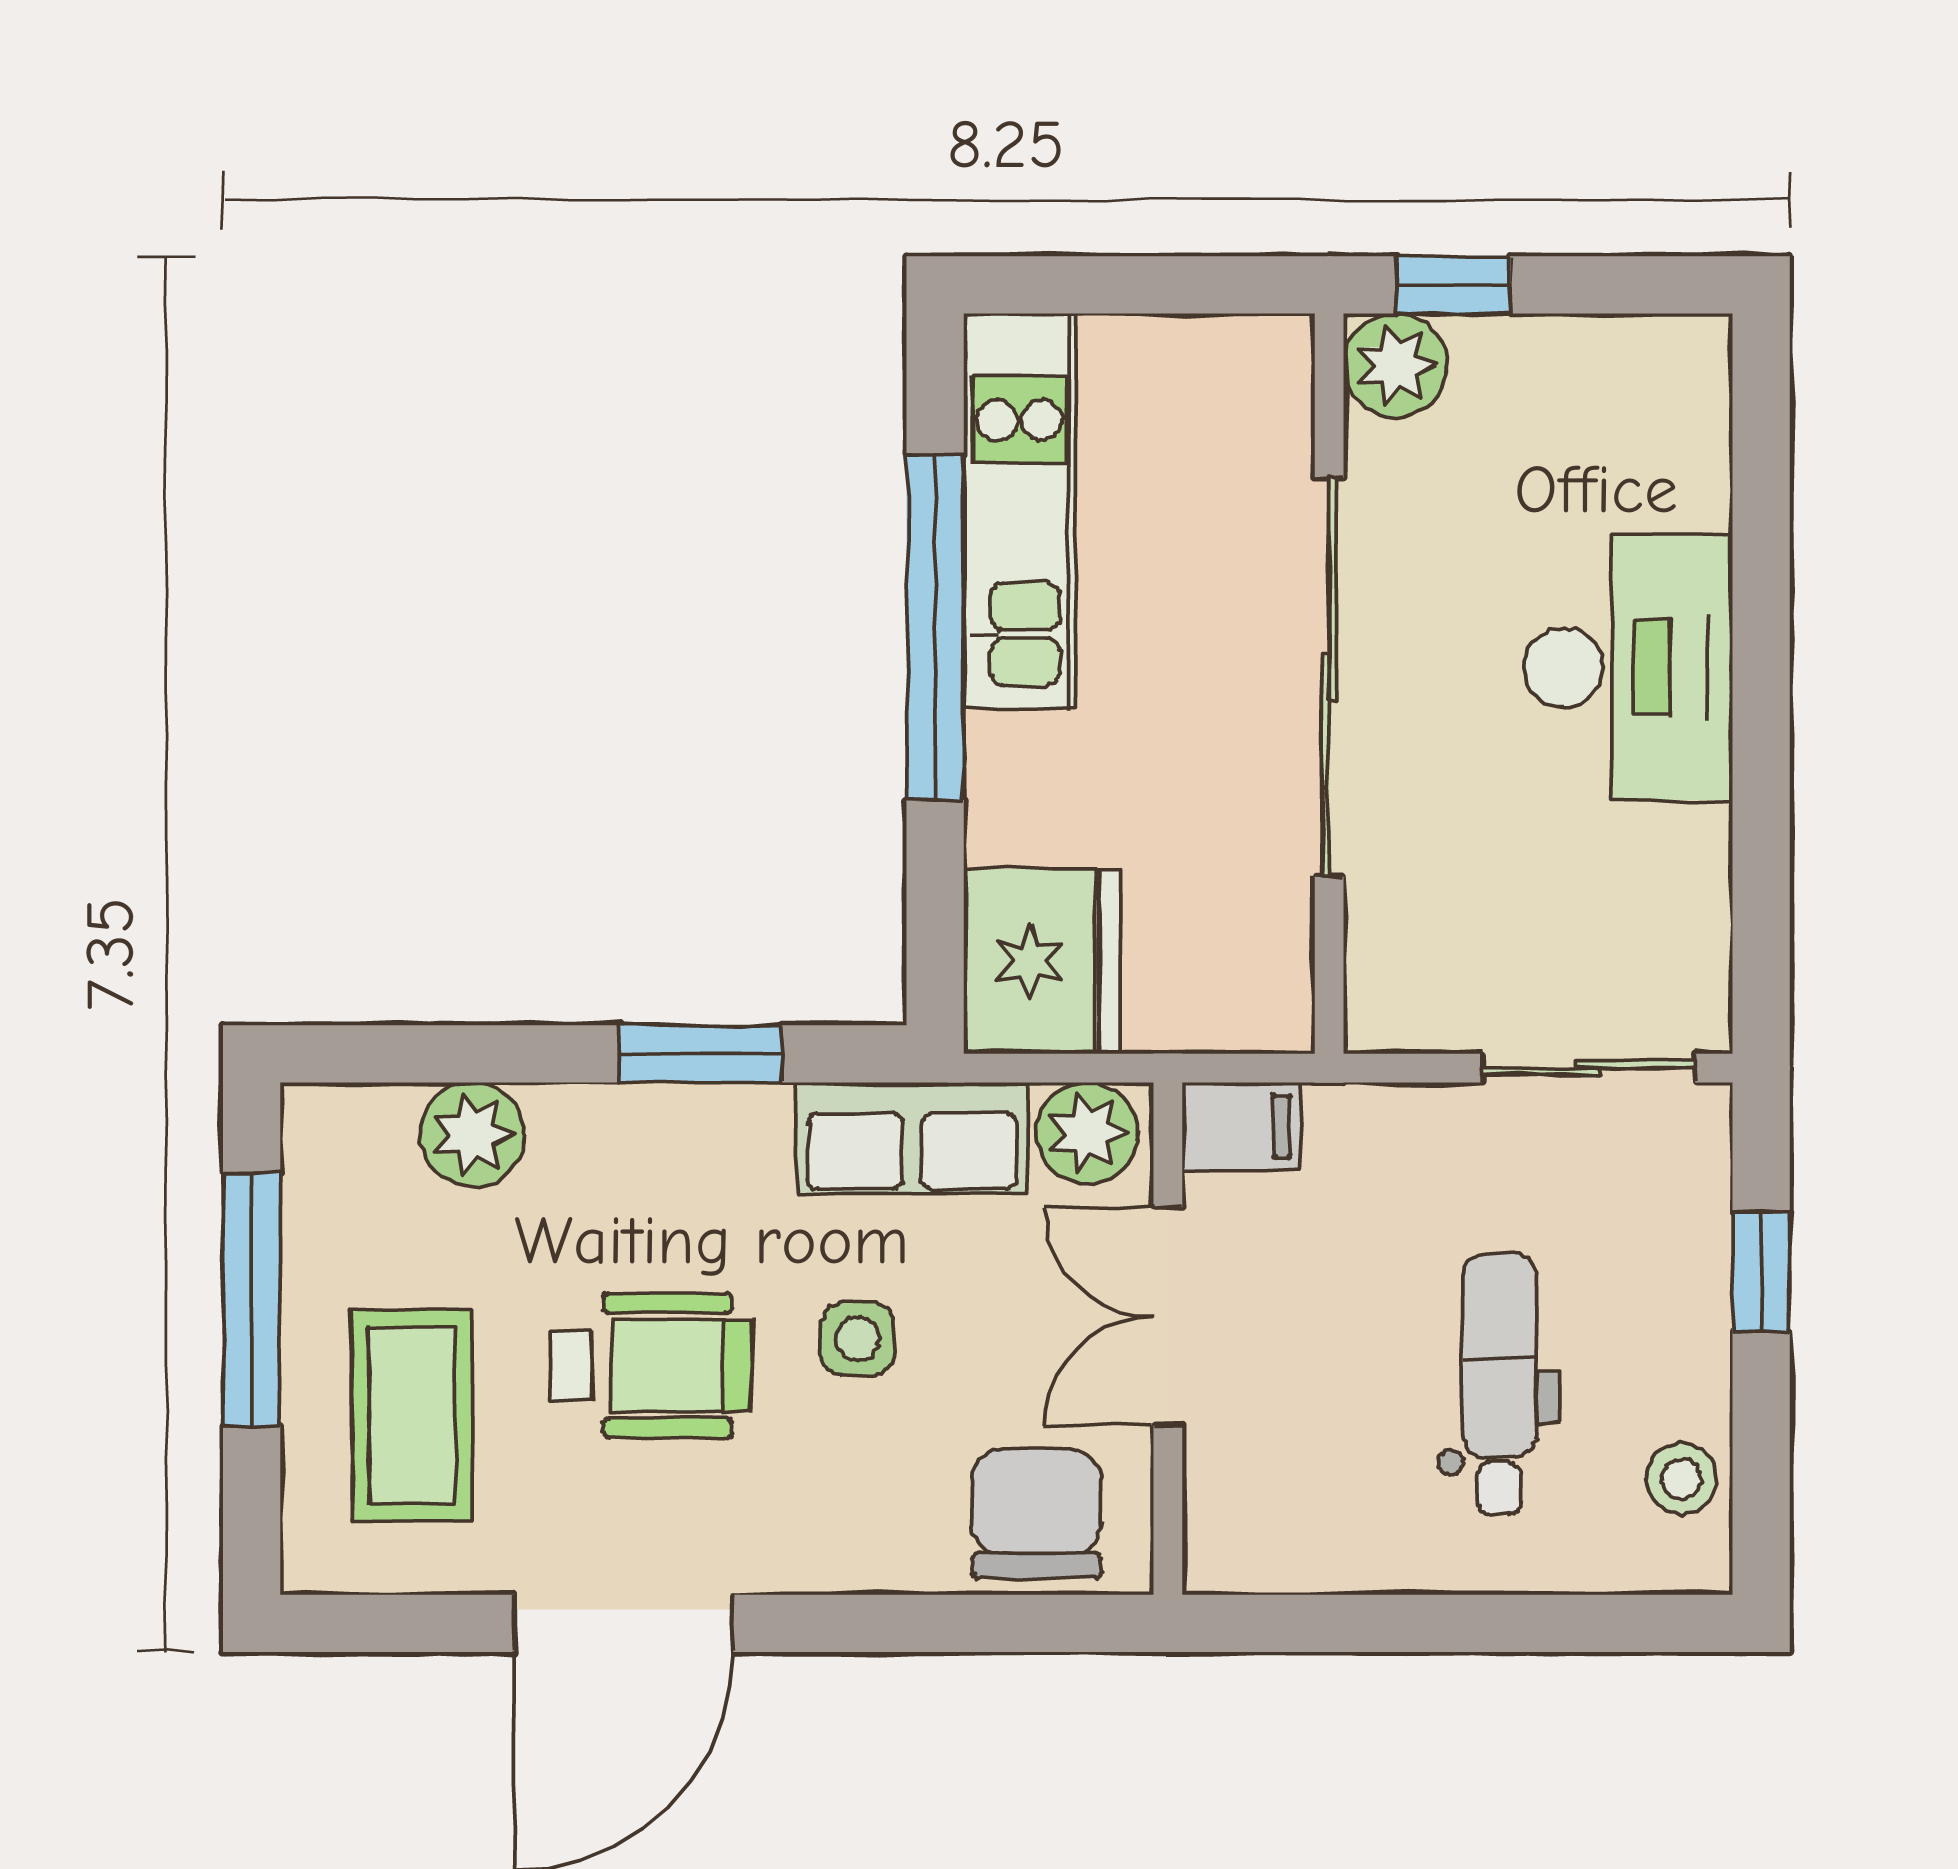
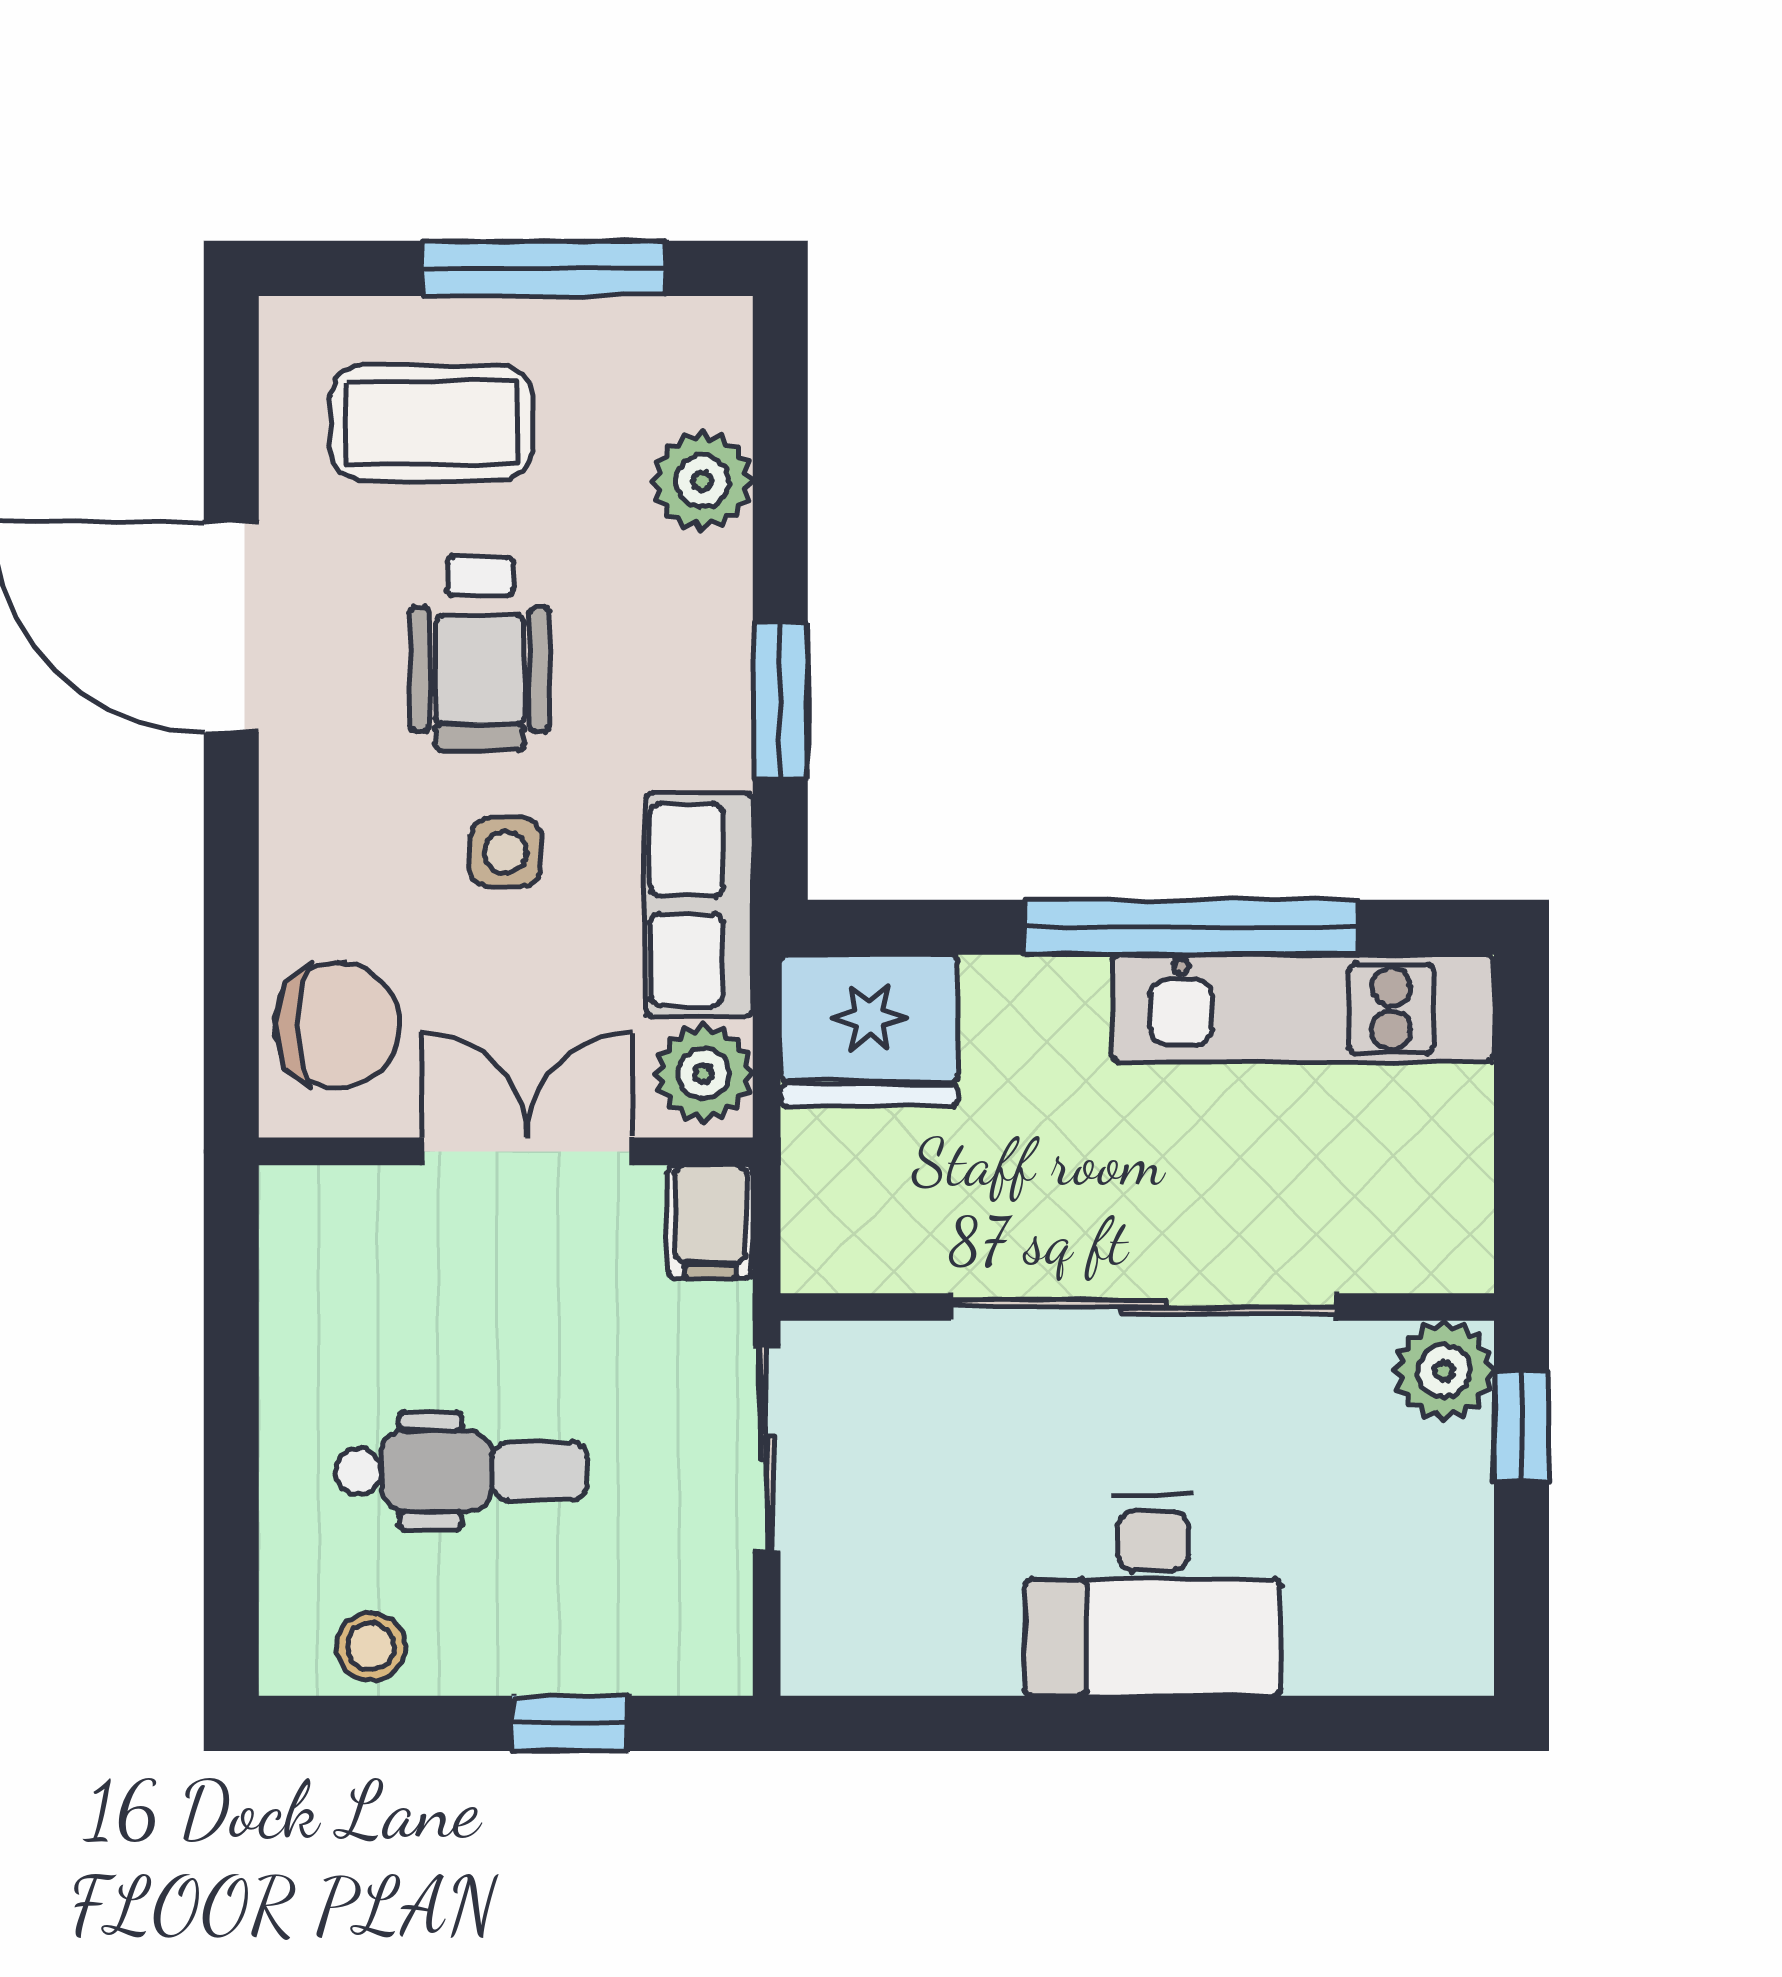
sliding door: (1589, 1068) -> (767, 1449), moved

